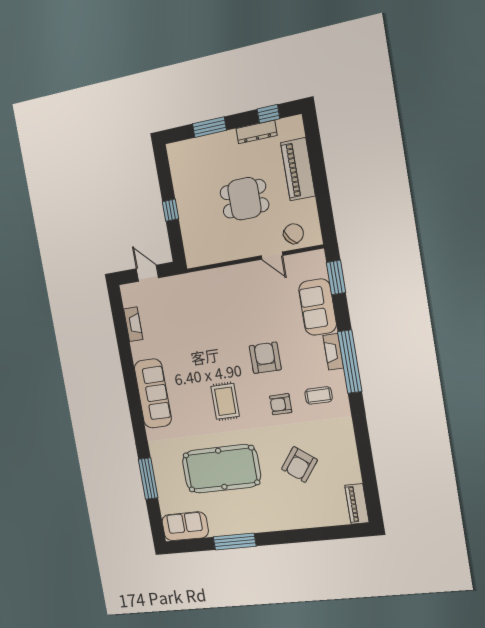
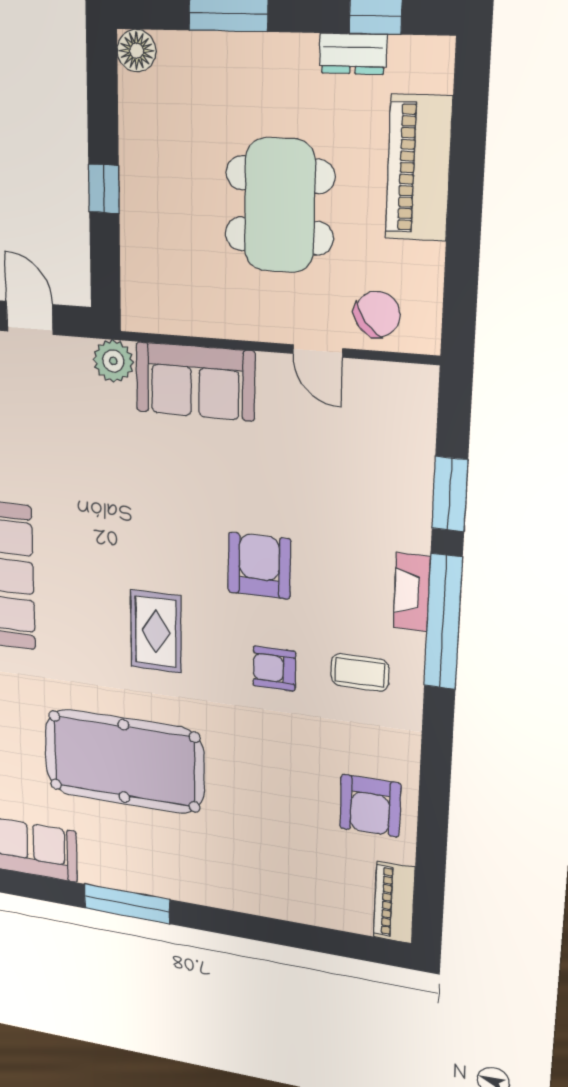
dresser: (257, 132) -> (353, 54), width x0.70
floor lamp: (175, 151) -> (137, 51), added
dining table: (244, 199) -> (280, 206), width x1.38
window: (336, 277) -> (450, 494), moved
plant: (186, 283) -> (113, 361), added
sofa: (318, 307) -> (195, 381), moved, turned -90
armchair: (299, 464) -> (370, 806), moved, turned -37

